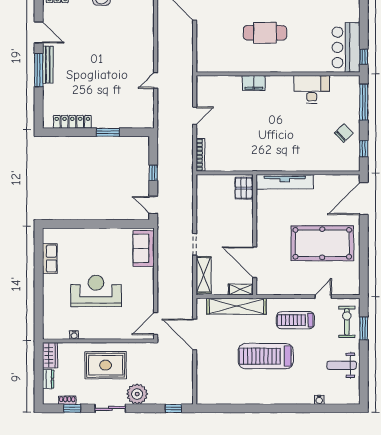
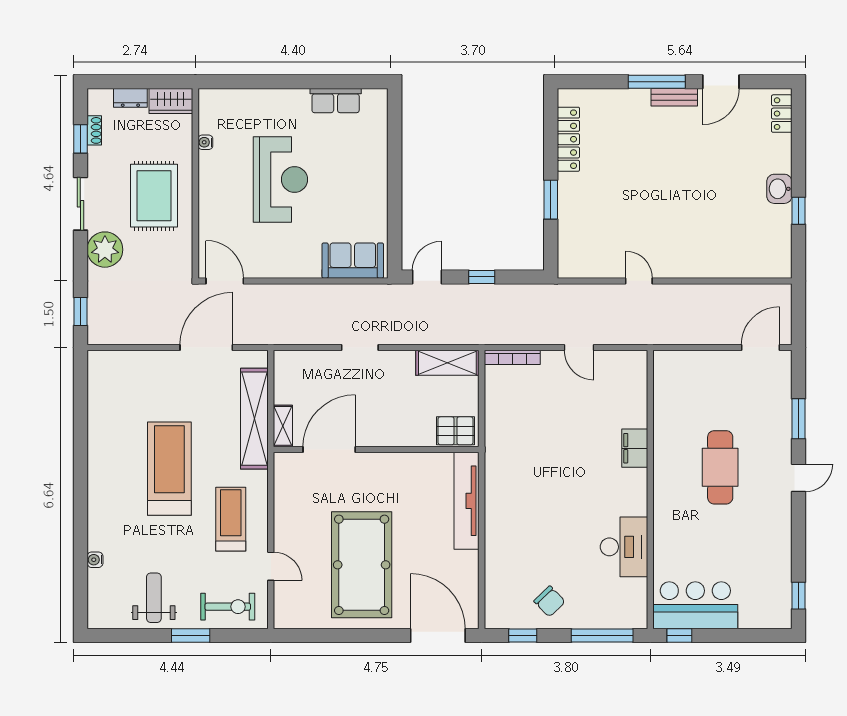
bench: (48, 65) -> (674, 97), width x0.73
shelving: (204, 275) -> (447, 363), moved
window: (364, 328) -> (191, 636), moved

